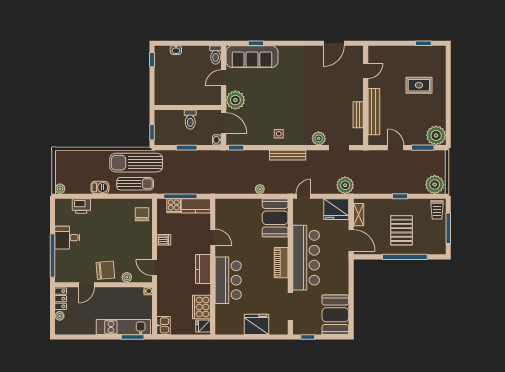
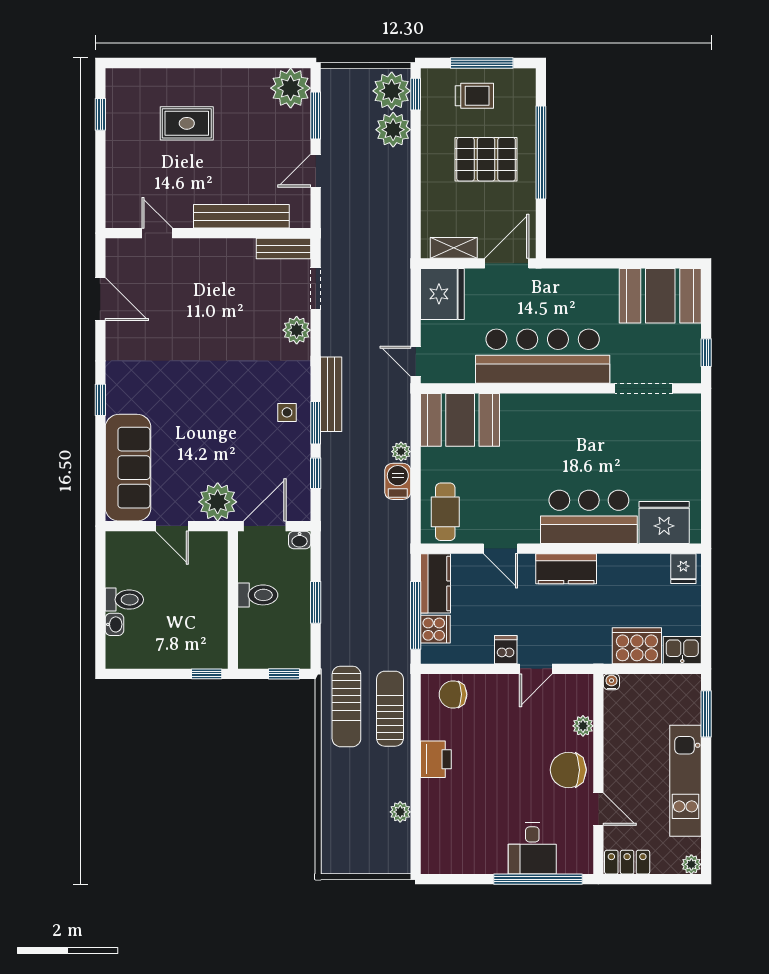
window: (256, 43) -> (100, 400), moved
toilet: (216, 55) -> (124, 600), moved
window: (152, 60) -> (207, 674), moved
rug: (419, 85) -> (187, 123), turned 90
bench: (358, 115) -> (283, 249), moved
window: (236, 148) -> (316, 473), moved
window: (274, 148) -> (316, 423), added
sun lounger: (136, 163) -> (346, 706), width x0.73, depth x0.75
plant: (345, 185) -> (393, 130), moved
barbecue: (100, 187) -> (398, 481), moved
plant: (60, 189) -> (400, 812), moved
window: (400, 196) -> (416, 94), moved
printer: (81, 206) -> (436, 759), moved
trolley: (437, 210) -> (474, 96), moved
cafe table: (231, 211) -> (445, 512), added
door: (213, 237) -> (501, 549), swing flipped
desk: (67, 238) -> (532, 848), moved
piano: (281, 263) -> (553, 407), removed
door: (154, 268) -> (536, 669), moved
chair: (105, 270) -> (568, 770), turned -85
cooker: (202, 307) -> (637, 646), moved, turned 180
plant: (60, 316) -> (691, 864), moved
fridge: (257, 324) -> (664, 523), moved, turned 90
kitchen unit: (123, 327) -> (685, 781), moved

